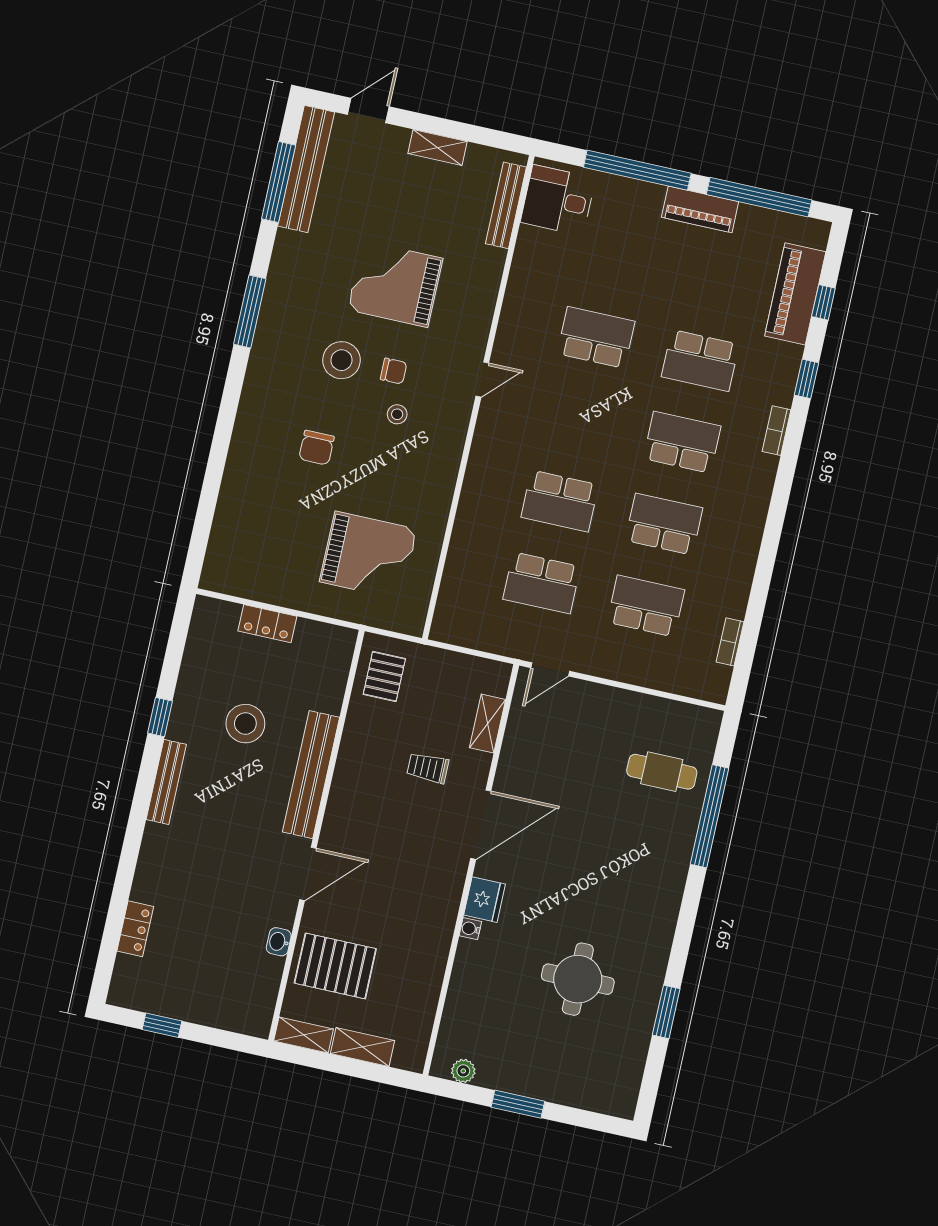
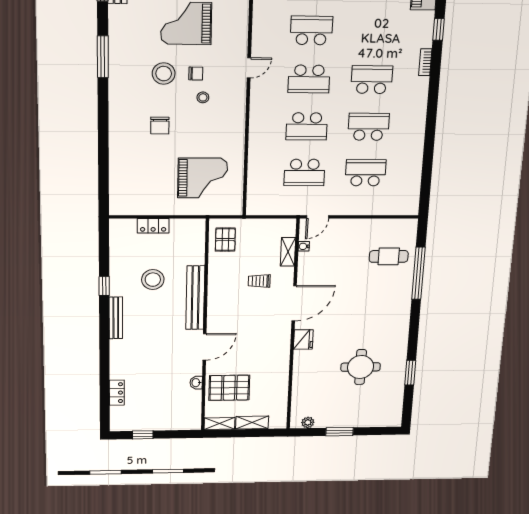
school desk: (700, 360) -> (309, 79), moved
bookcase: (730, 642) -> (416, 182), removed
water cooler: (470, 929) -> (304, 246), moved

